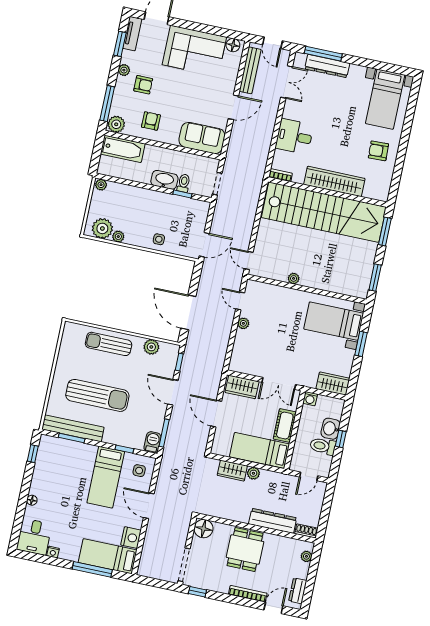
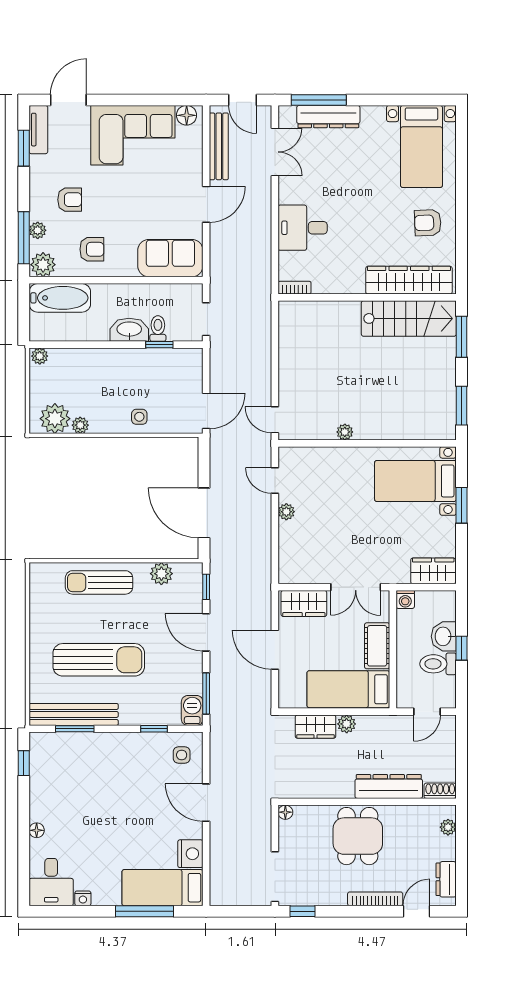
plant: (124, 70) -> (38, 230), moved
armchair: (151, 121) -> (92, 249), turned 90
wardrobe: (334, 181) -> (409, 280), moved
stairs: (324, 212) -> (409, 318), width x0.54, depth x0.66
bed: (106, 477) -> (136, 775), removed
floor lamp: (203, 529) -> (285, 812), width x0.53, depth x0.53

